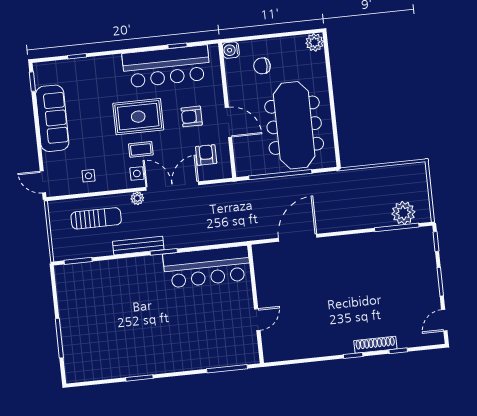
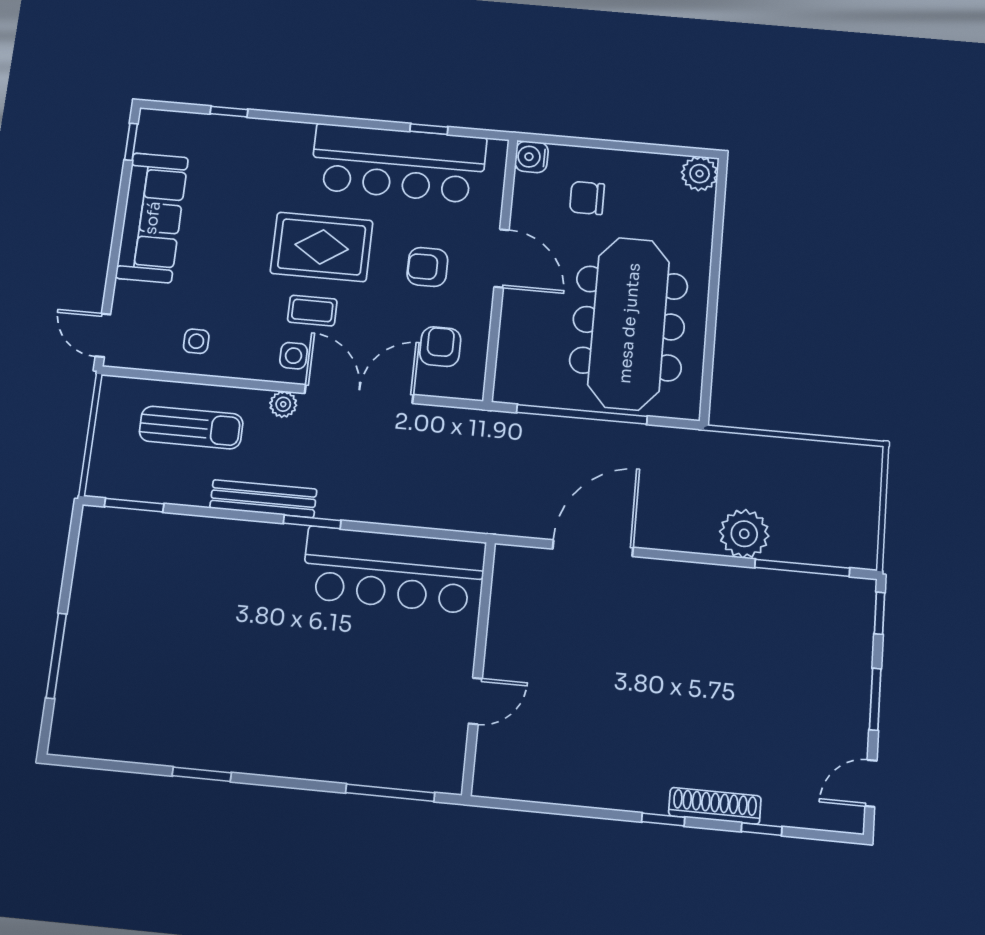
door: (228, 122) -> (502, 258), moved
plant: (403, 213) -> (744, 534), moved

